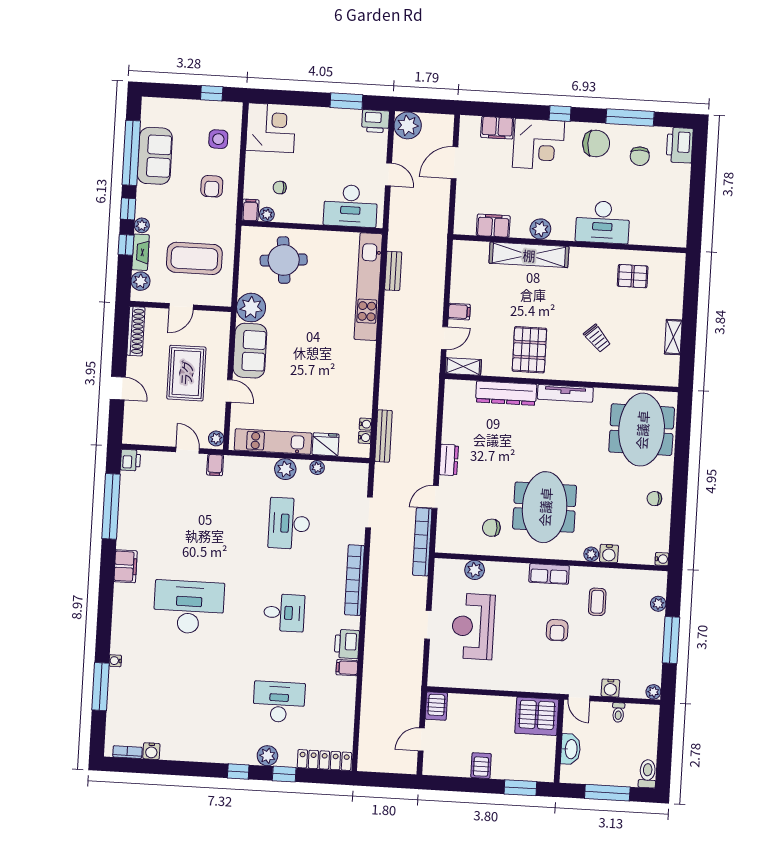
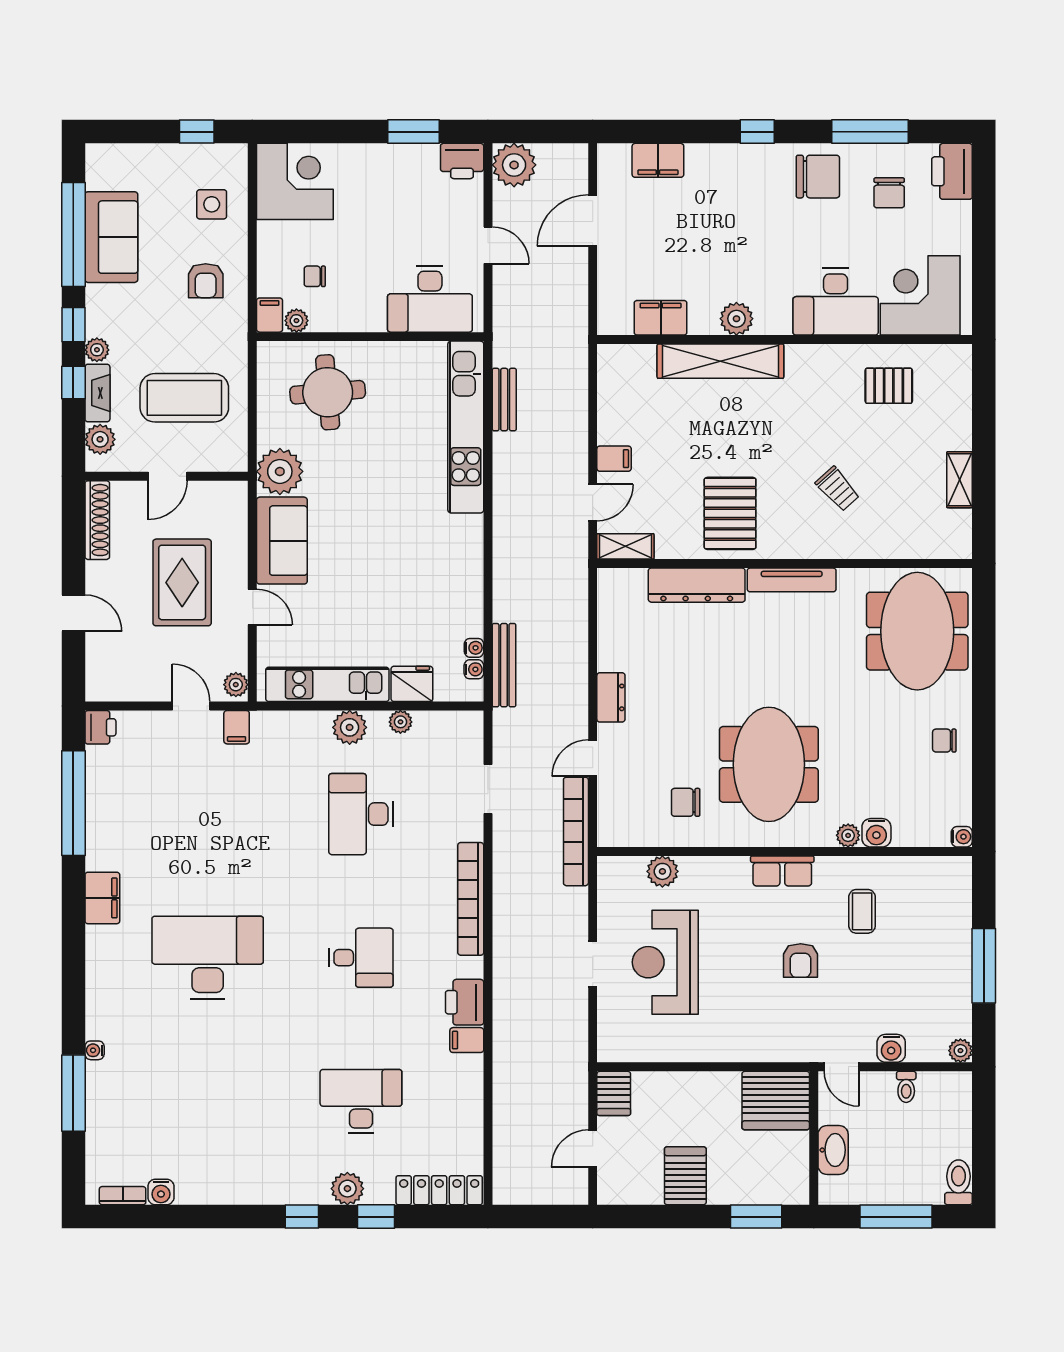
corner desk: (539, 144) -> (920, 295), moved, turned 180
plant: (658, 604) -> (960, 909), removed
server rack: (481, 766) -> (685, 1176), width x1.36, depth x1.44

